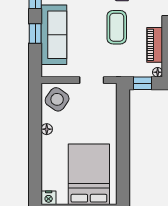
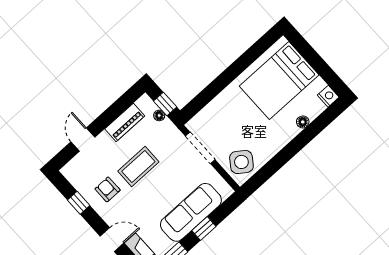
floor lamp: (158, 72) -> (159, 115), moved
doorway: (92, 80) -> (200, 148), width x1.38
floor lamp: (47, 129) -> (303, 122), moved

